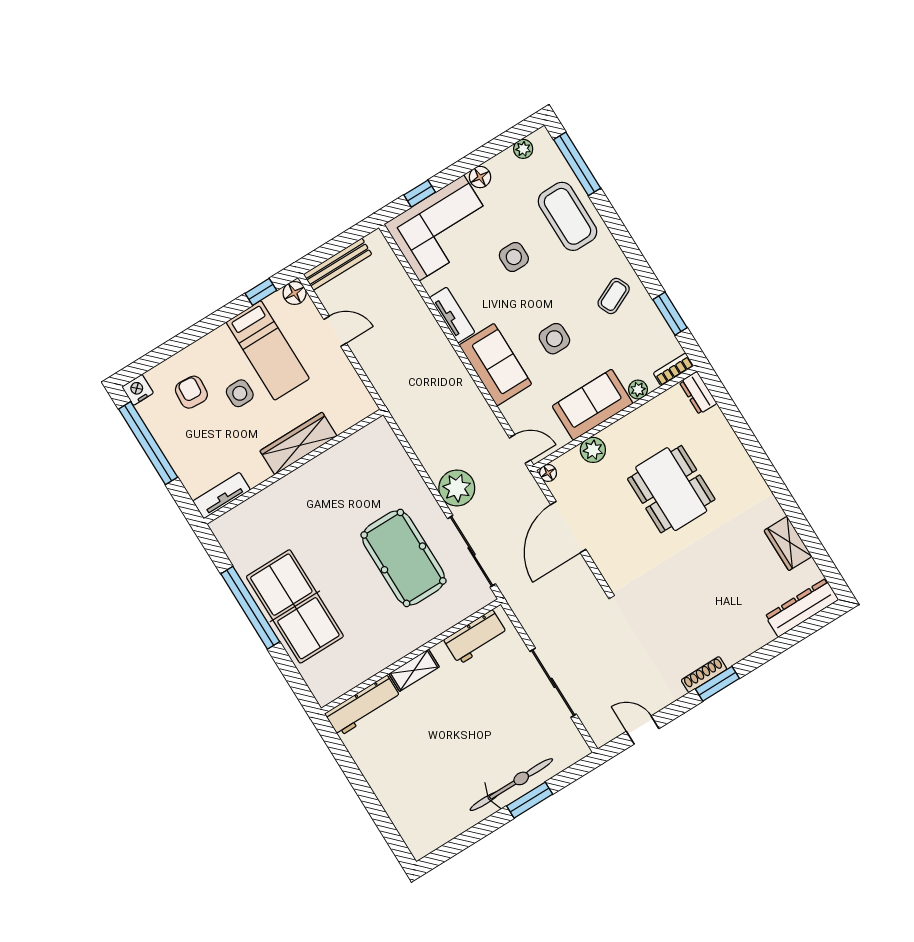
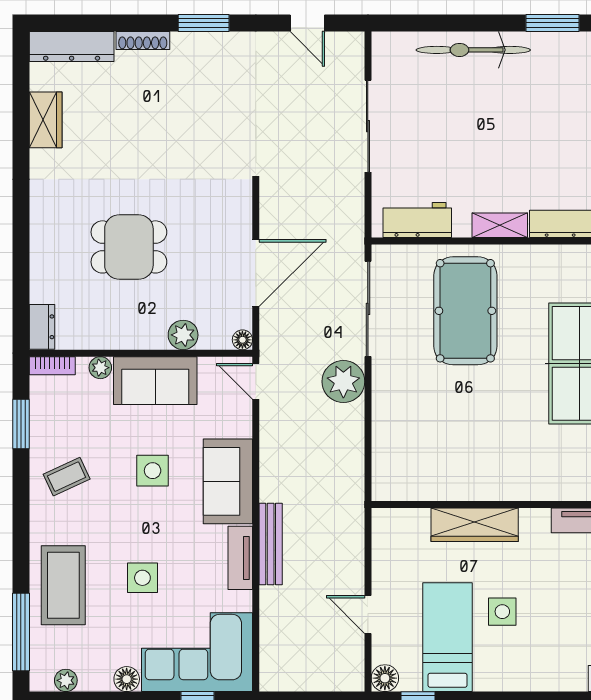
bench: (338, 264) -> (271, 544), moved, turned 90
armchair: (191, 392) -> (550, 643), removed
dining table: (671, 489) -> (129, 247), width x0.73
pool table: (403, 558) -> (465, 311), moved
shoe rack: (704, 675) -> (143, 40), moved
window: (530, 800) -> (553, 23), moved

